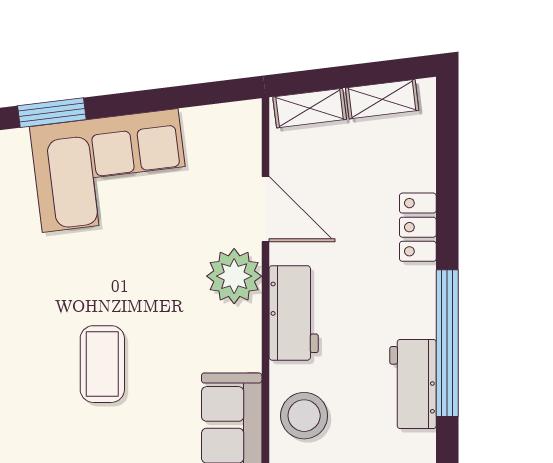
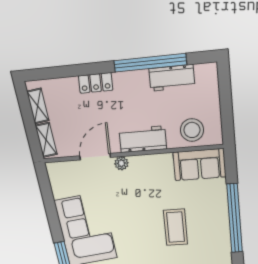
plant: (234, 276) -> (121, 163), width x0.53, depth x0.53
coffee table: (102, 364) -> (175, 227), turned 90

